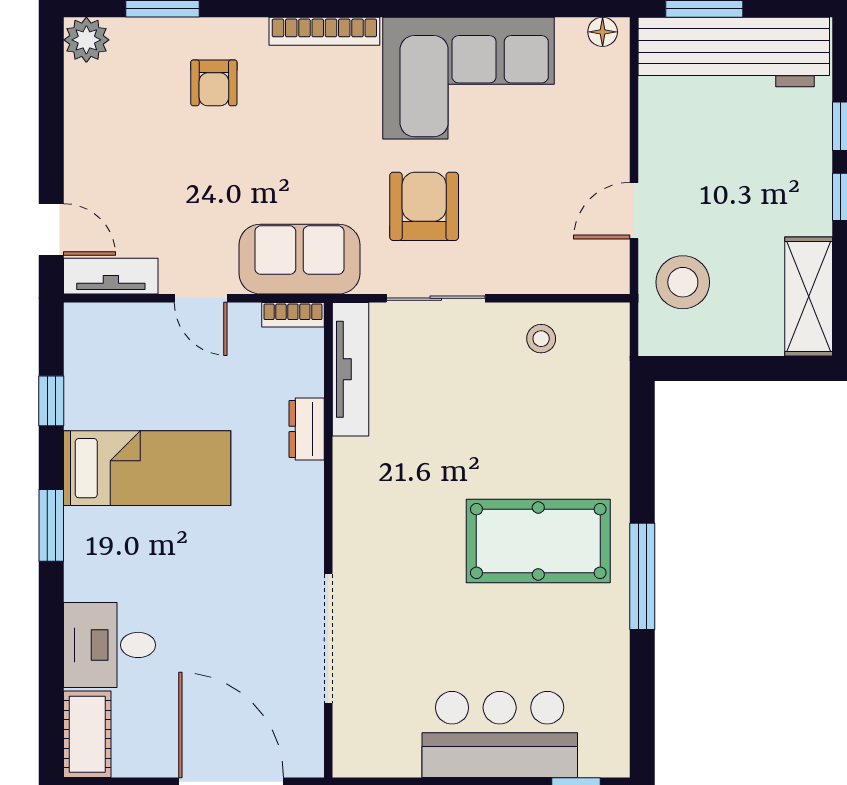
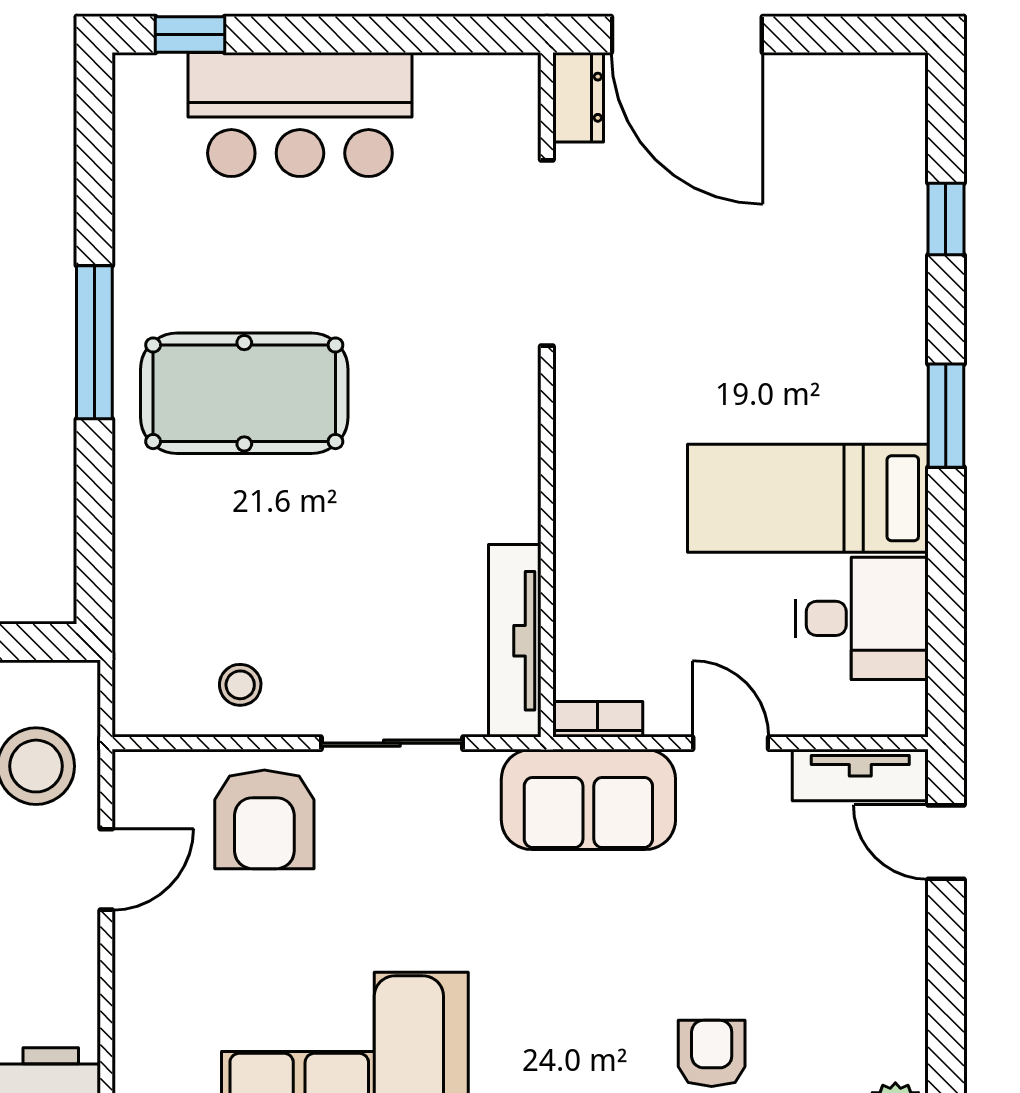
armchair: (424, 206) -> (264, 819), moved
window: (51, 401) -> (946, 219), moved
dresser: (307, 429) -> (578, 97), moved
desk: (110, 645) -> (862, 618), moved
cot: (87, 734) -> (894, 115), removed

